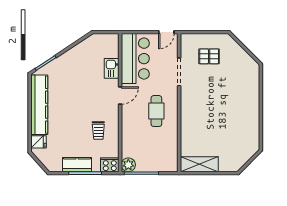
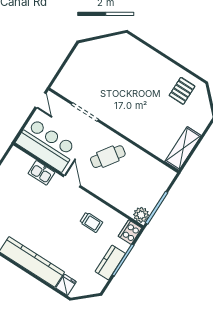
pallet: (209, 56) -> (182, 91), moved
cafe table: (156, 111) -> (108, 157), turned -55

